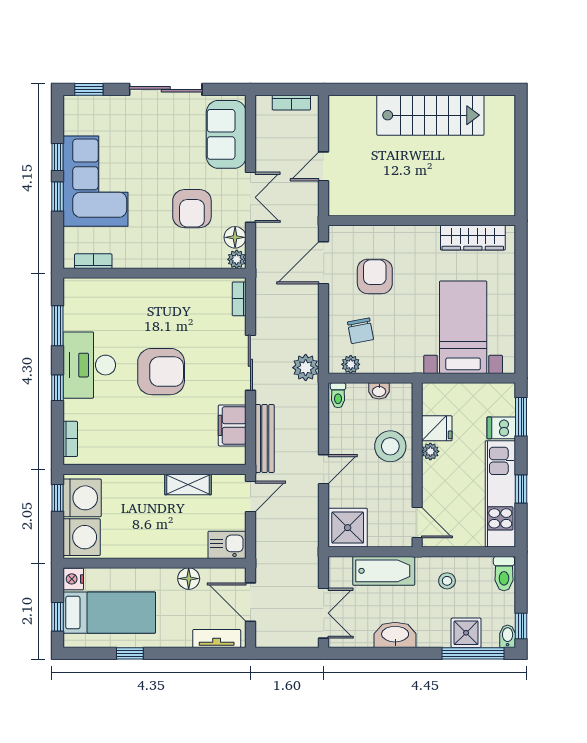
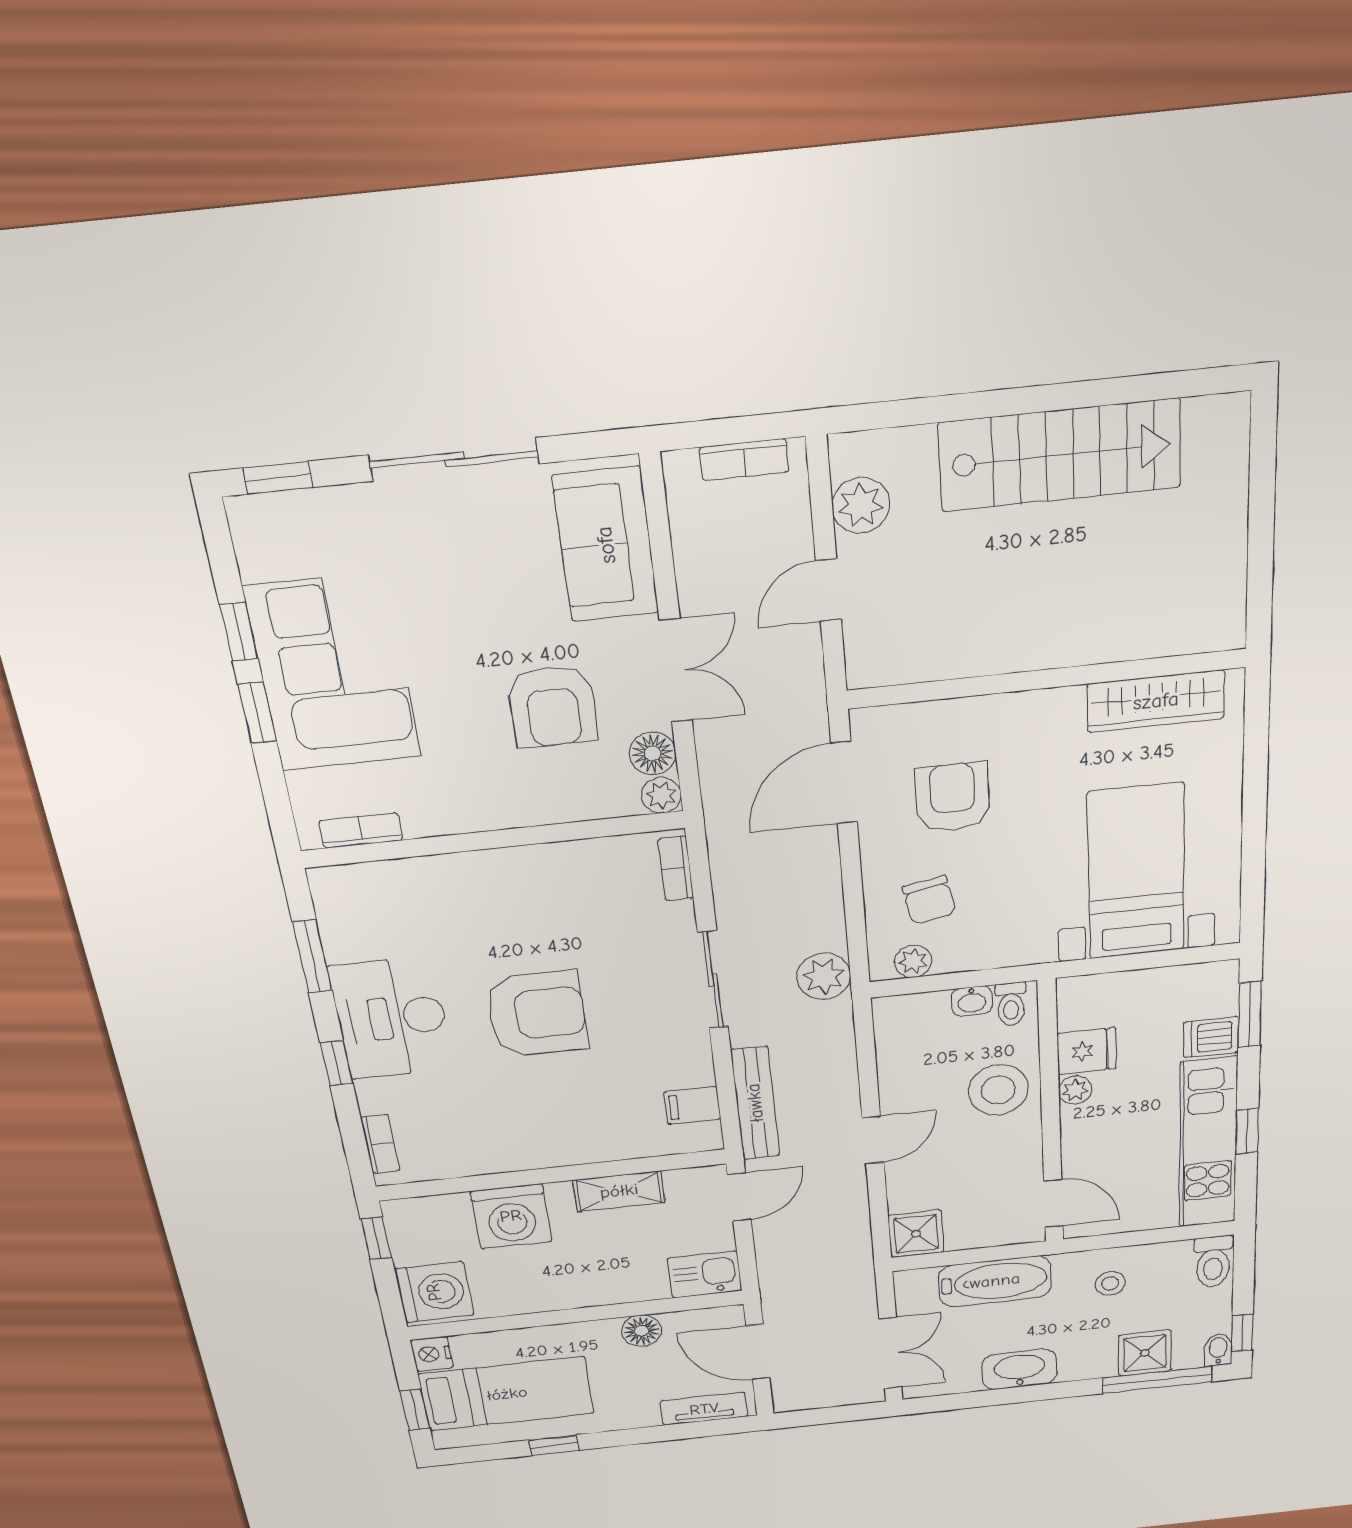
plant: (341, 129) -> (861, 505), added
toilet: (338, 395) -> (1011, 1004), moved
filing cabinet: (232, 425) -> (692, 1106), width x0.50
washing machine: (82, 498) -> (511, 1216), moved, turned 90
shower: (348, 528) -> (916, 1234), width x0.73, depth x0.73

